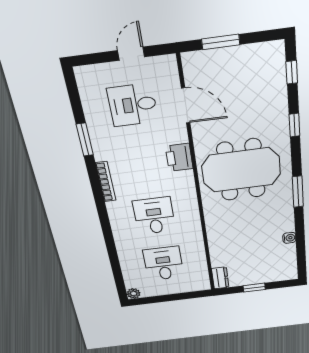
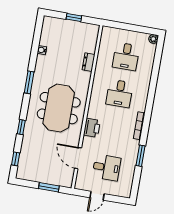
meeting table: (241, 170) -> (59, 108), turned 90
dresser: (220, 278) -> (89, 62), moved

